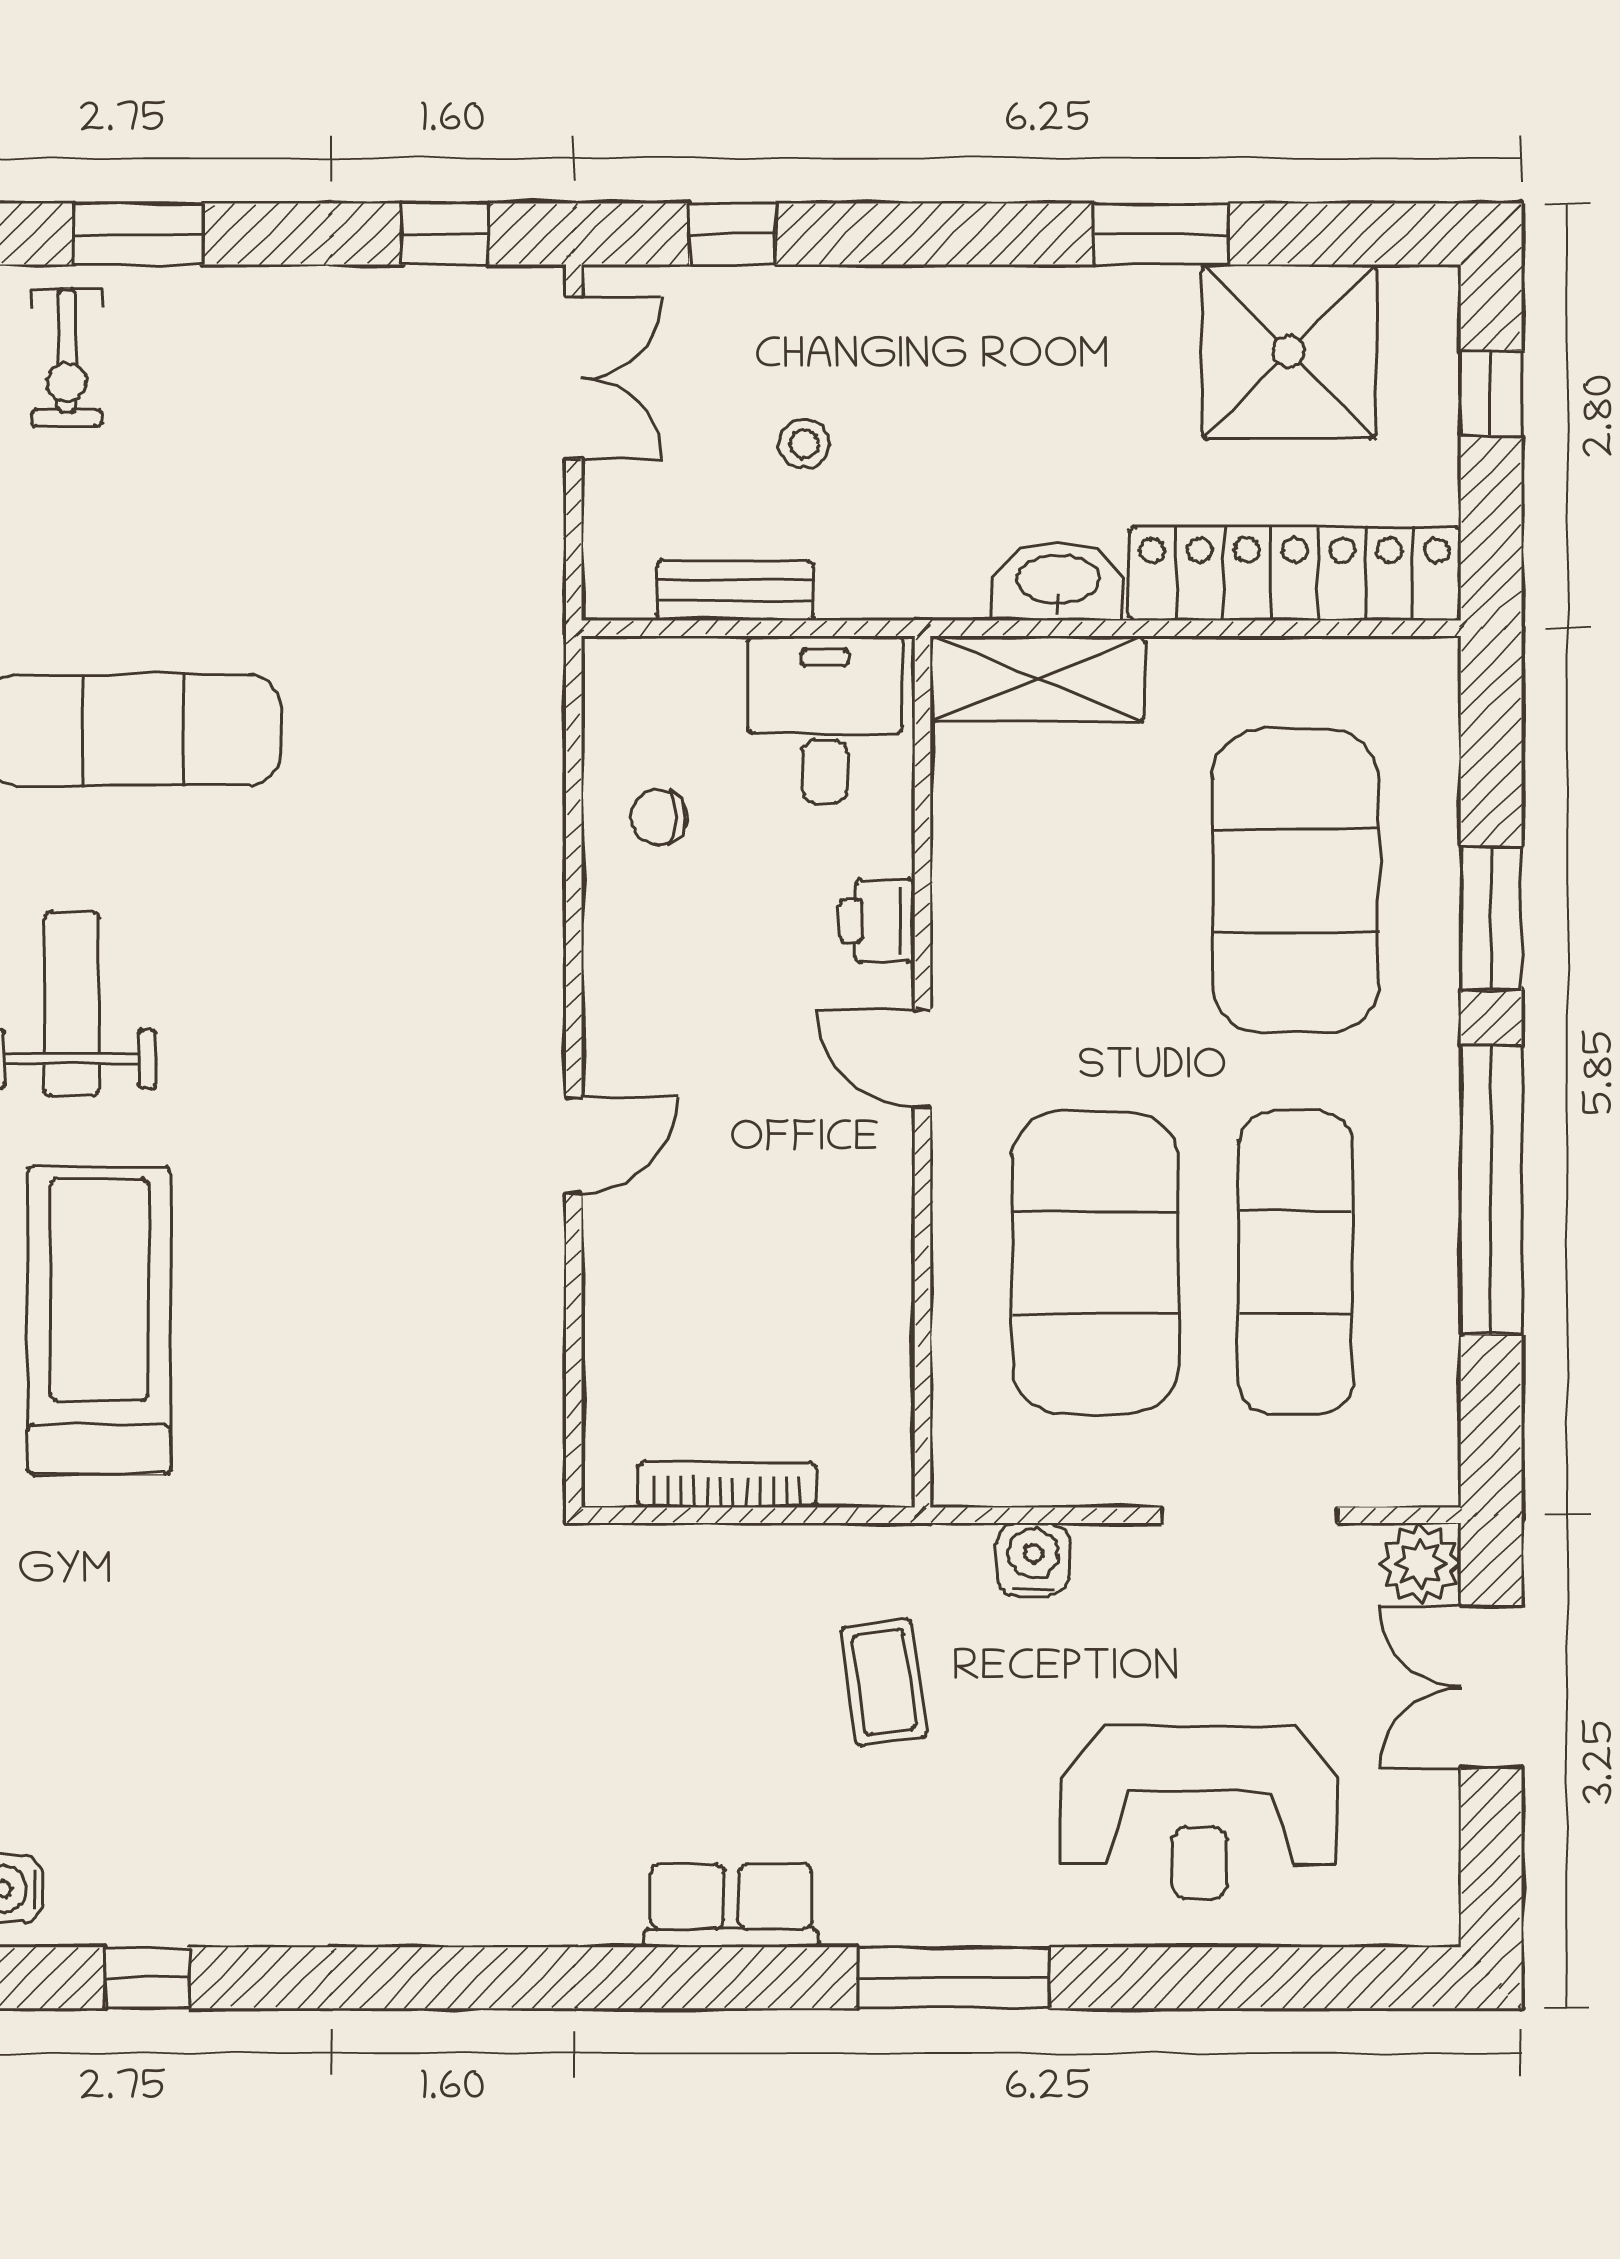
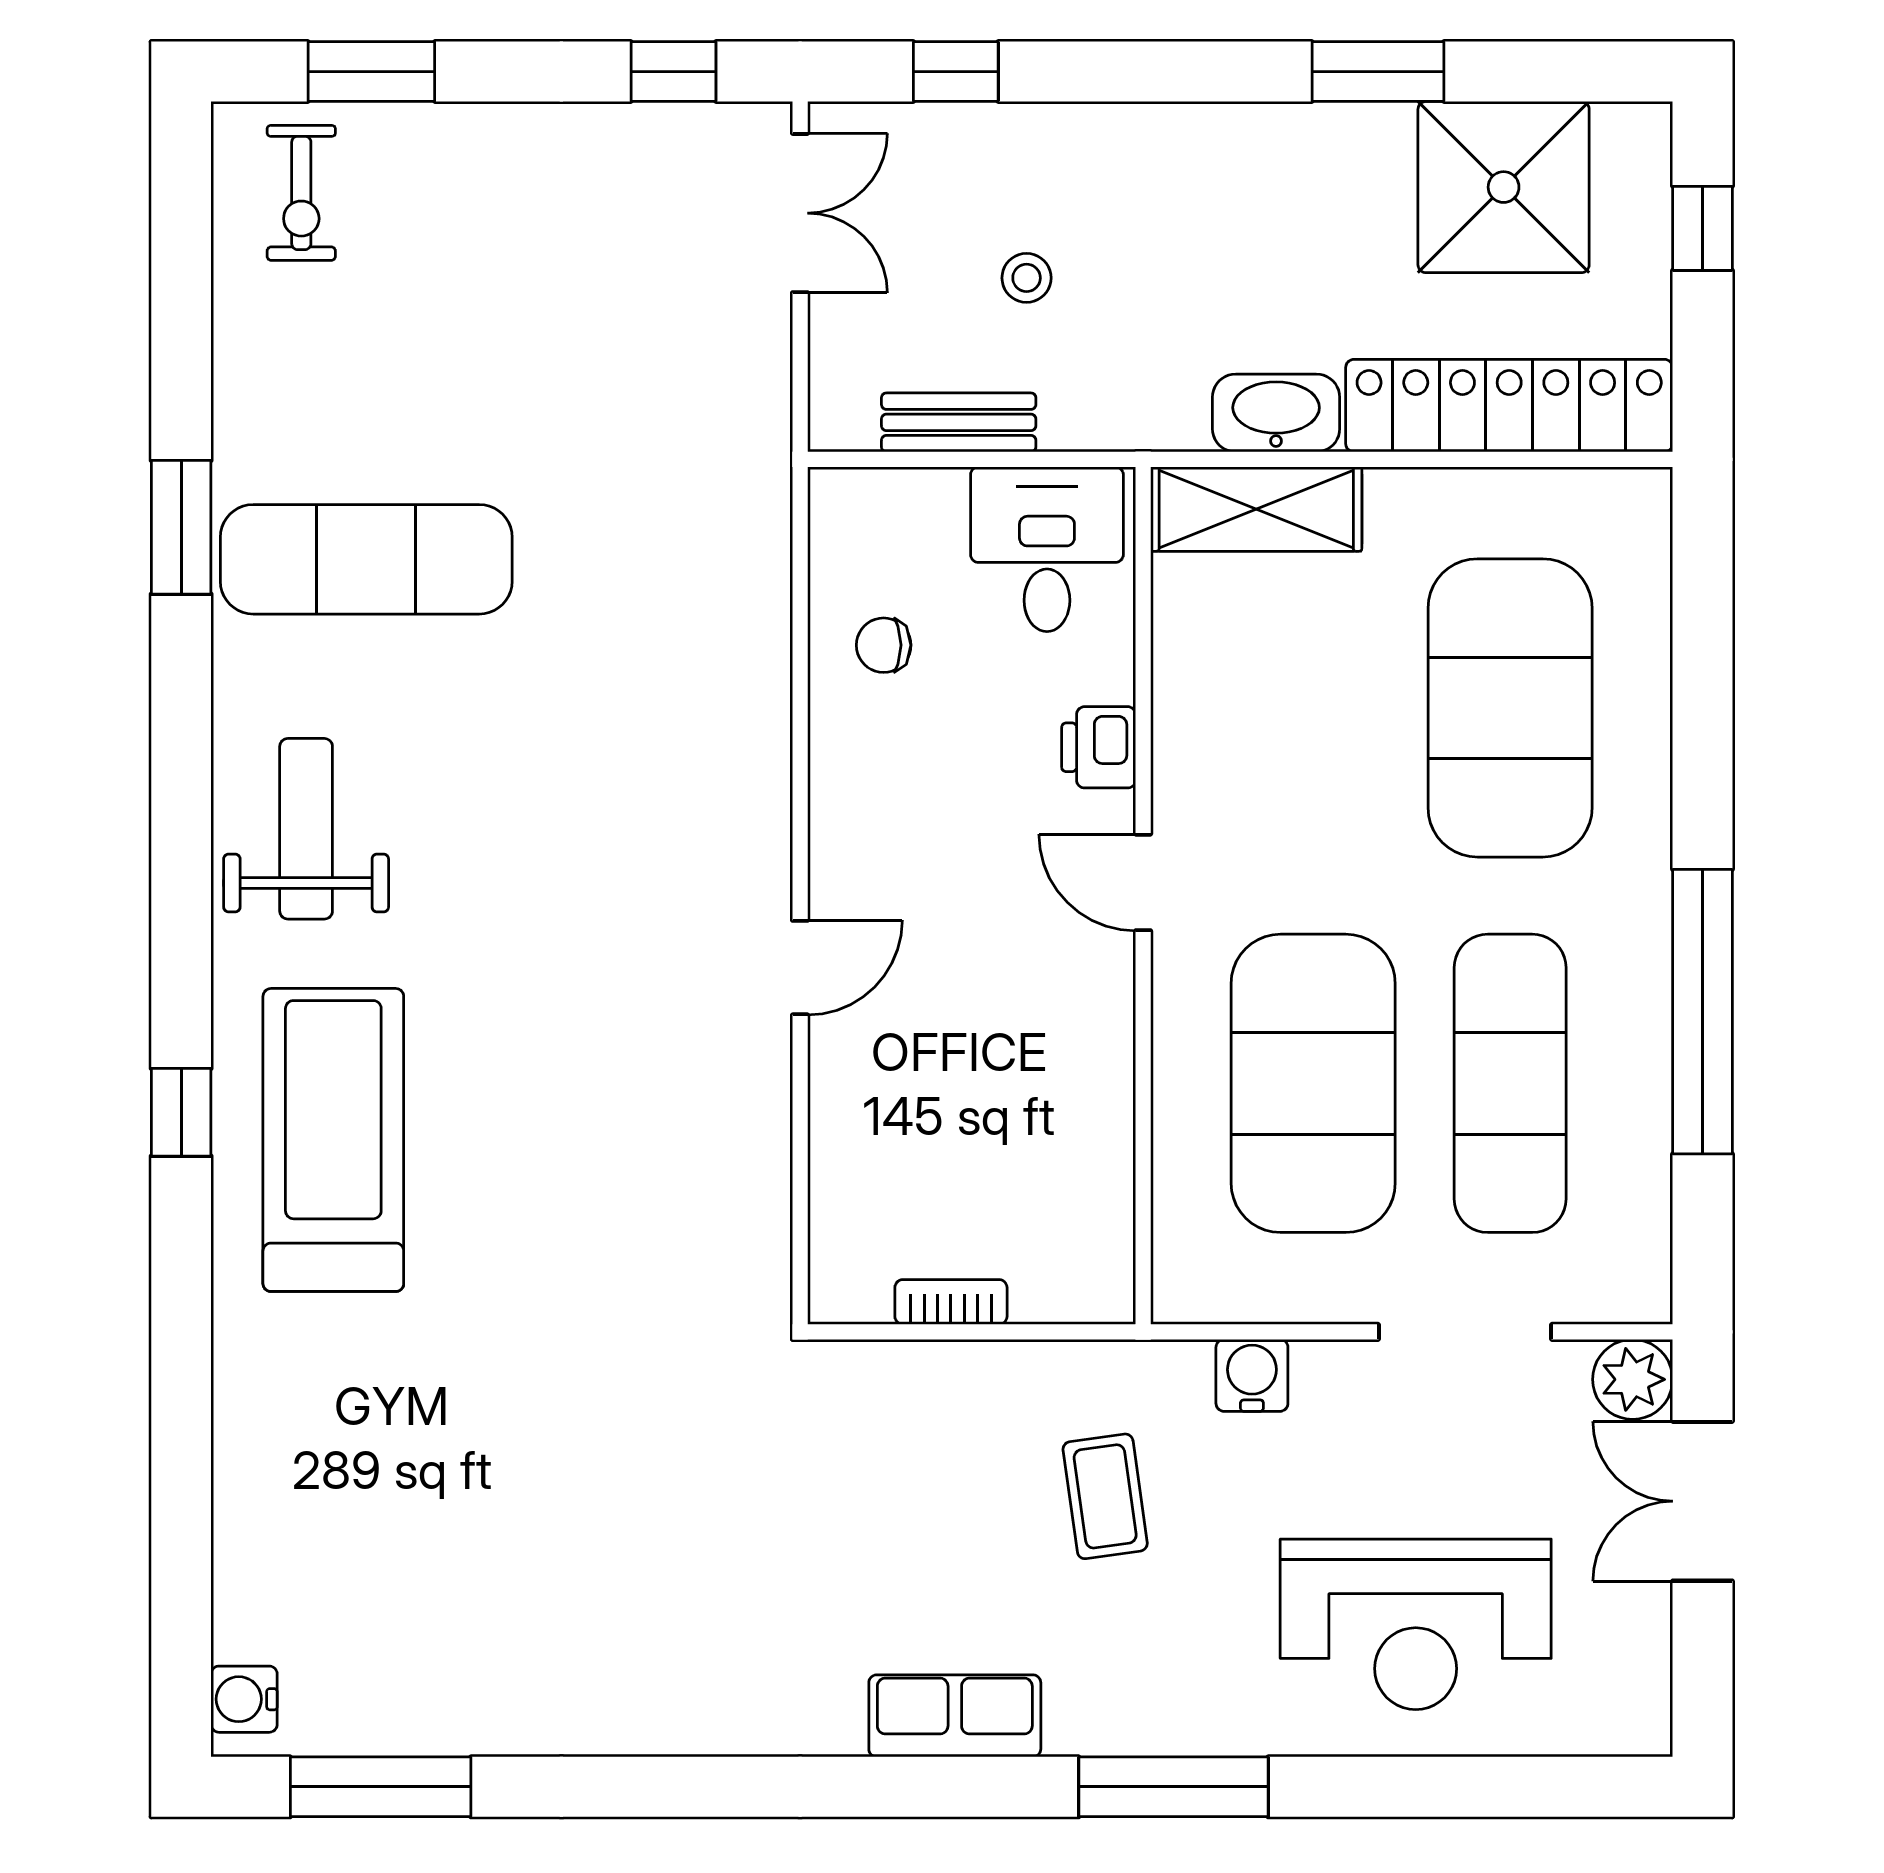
window: (1491, 918) -> (1702, 745), removed
bookcase: (727, 1485) -> (951, 1302), width x0.64
window: (147, 1978) -> (381, 1787), width x2.17

